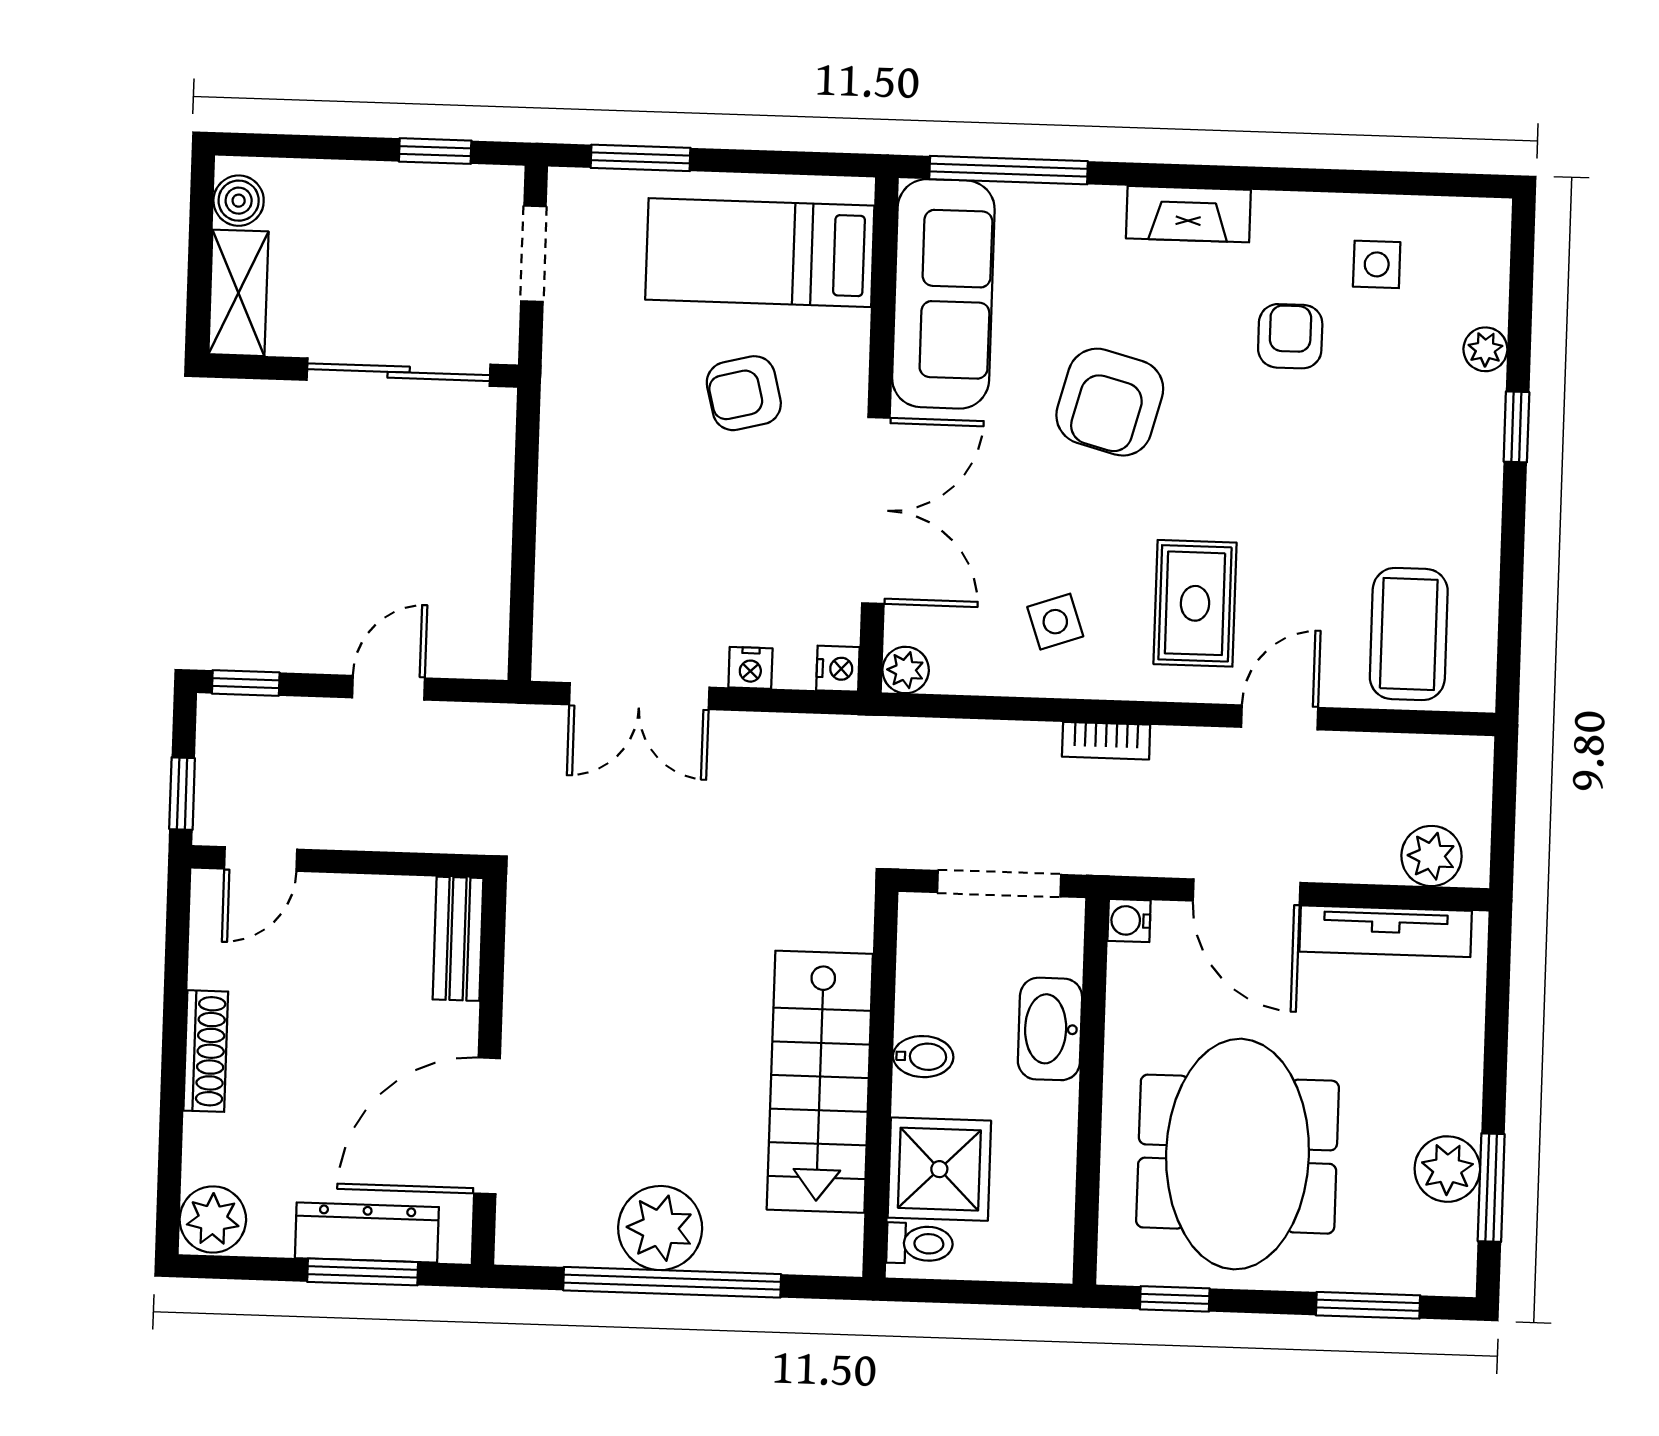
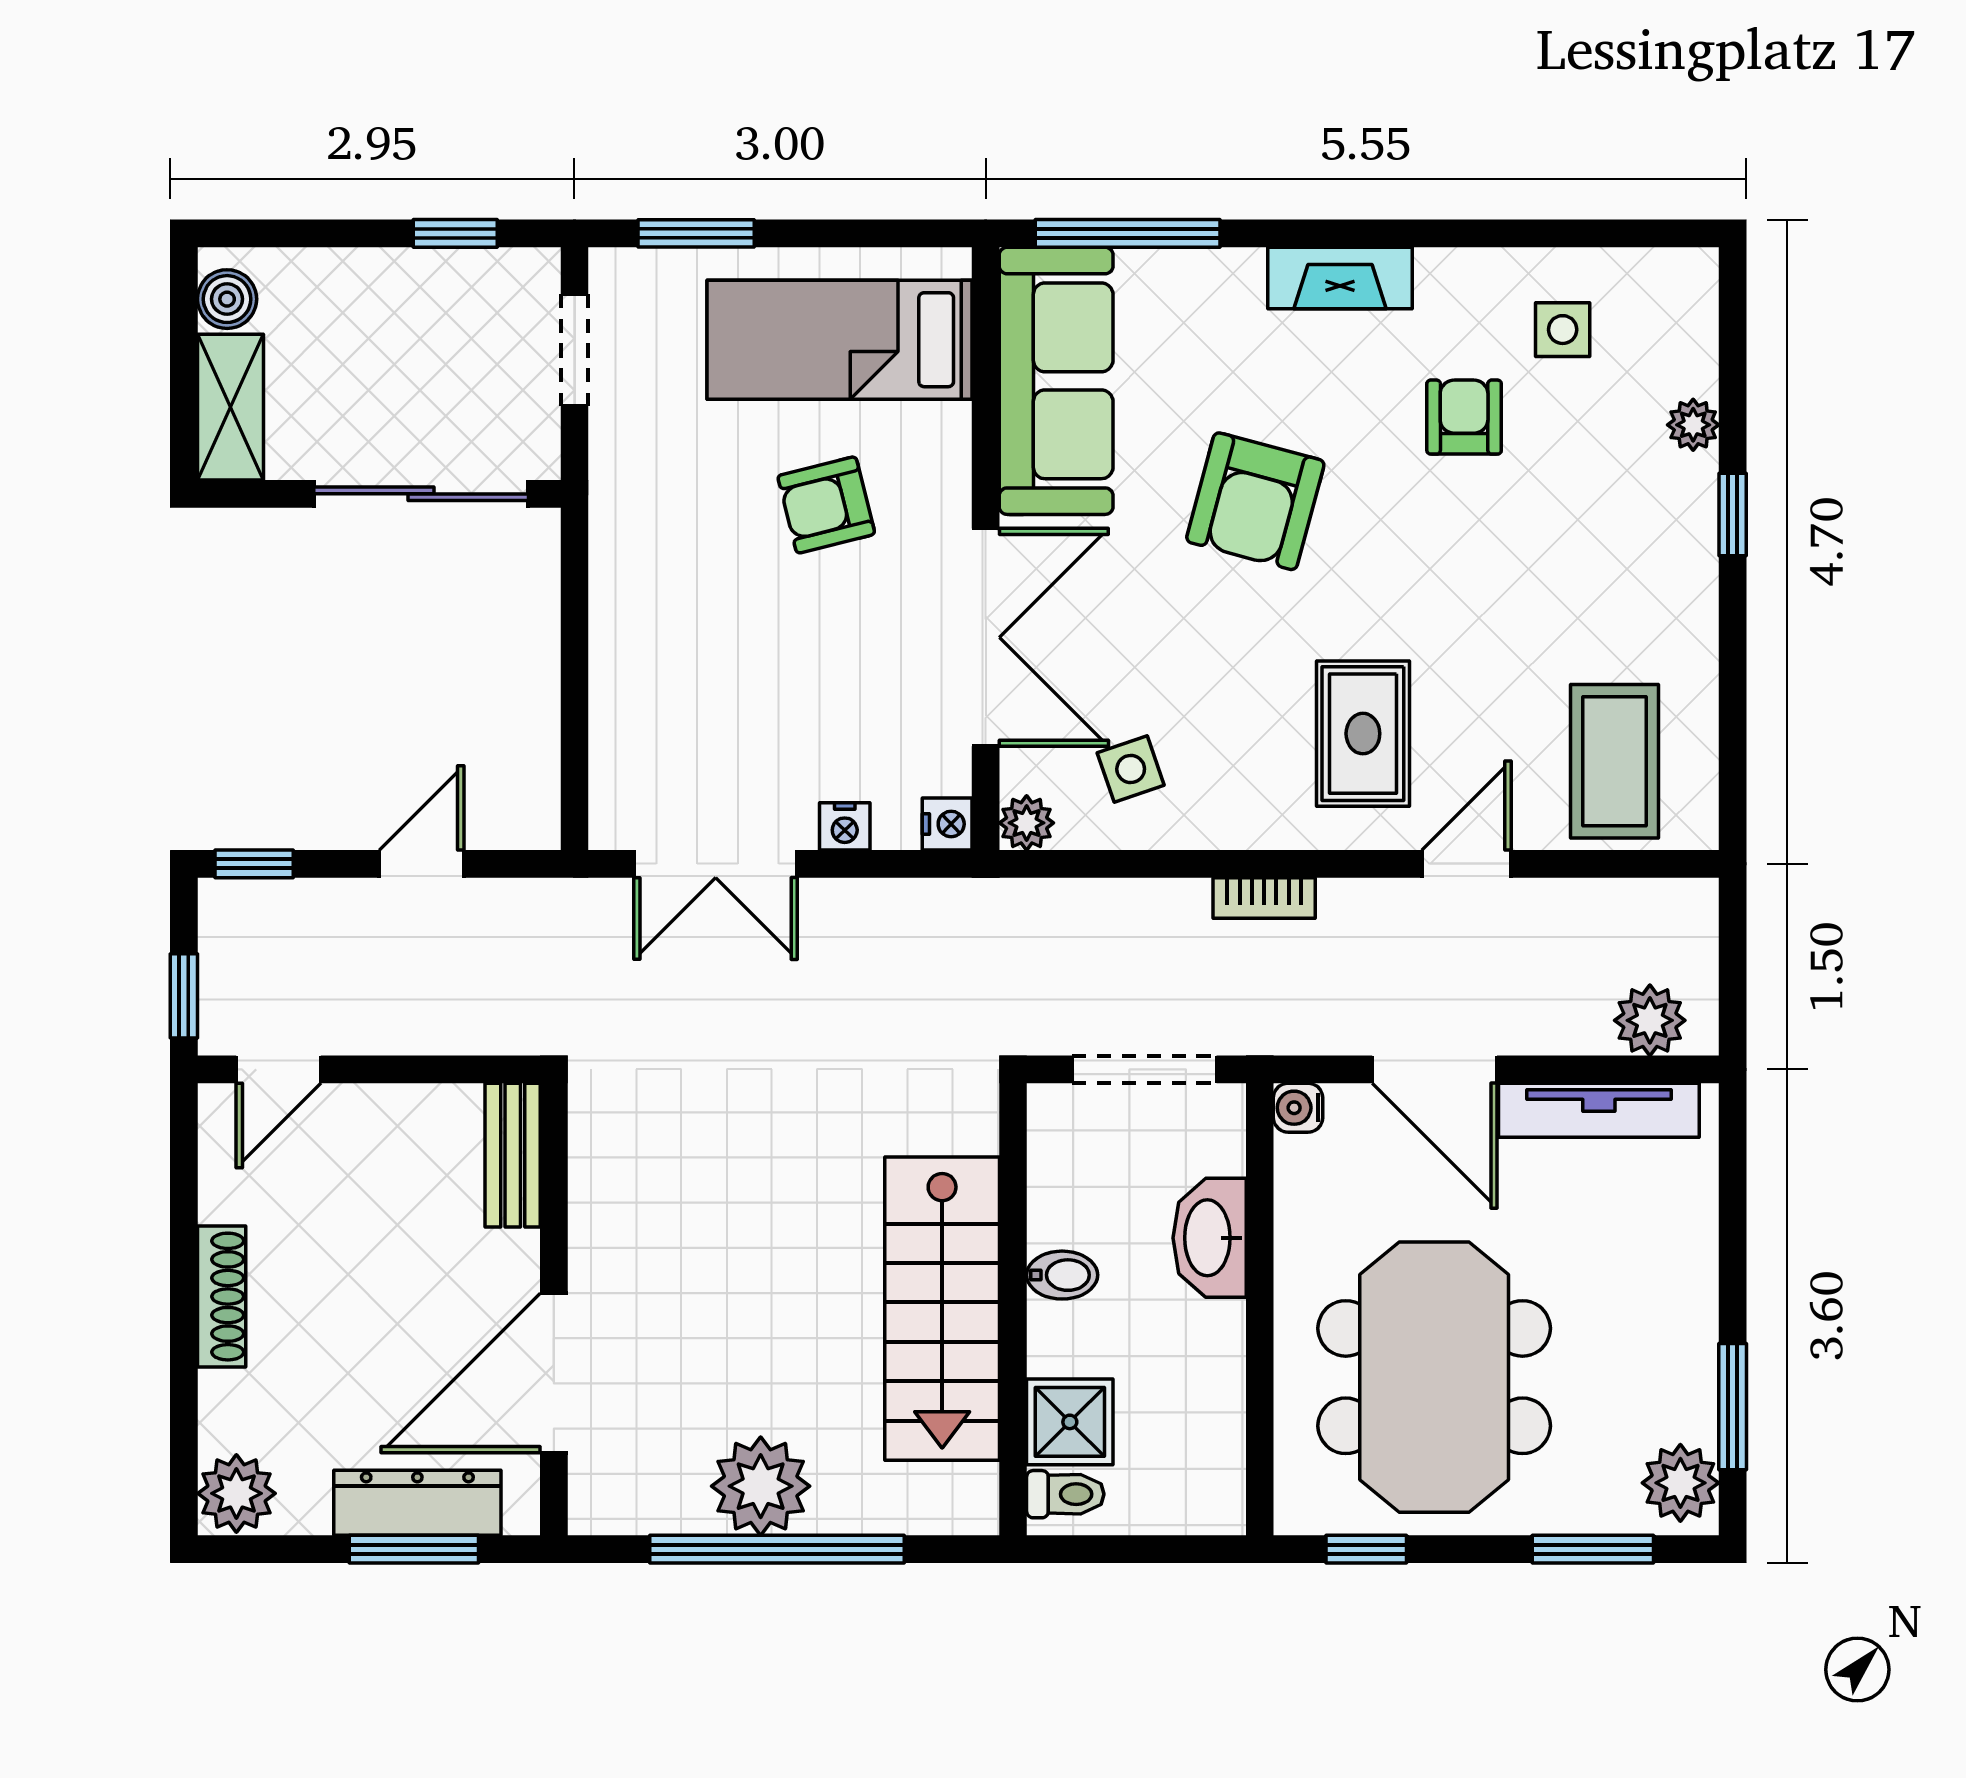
side table: (1055, 622) -> (1131, 769), moved
shower: (939, 1169) -> (1070, 1422), width x0.73, depth x0.73
plant: (1447, 1169) -> (1680, 1483), moved

